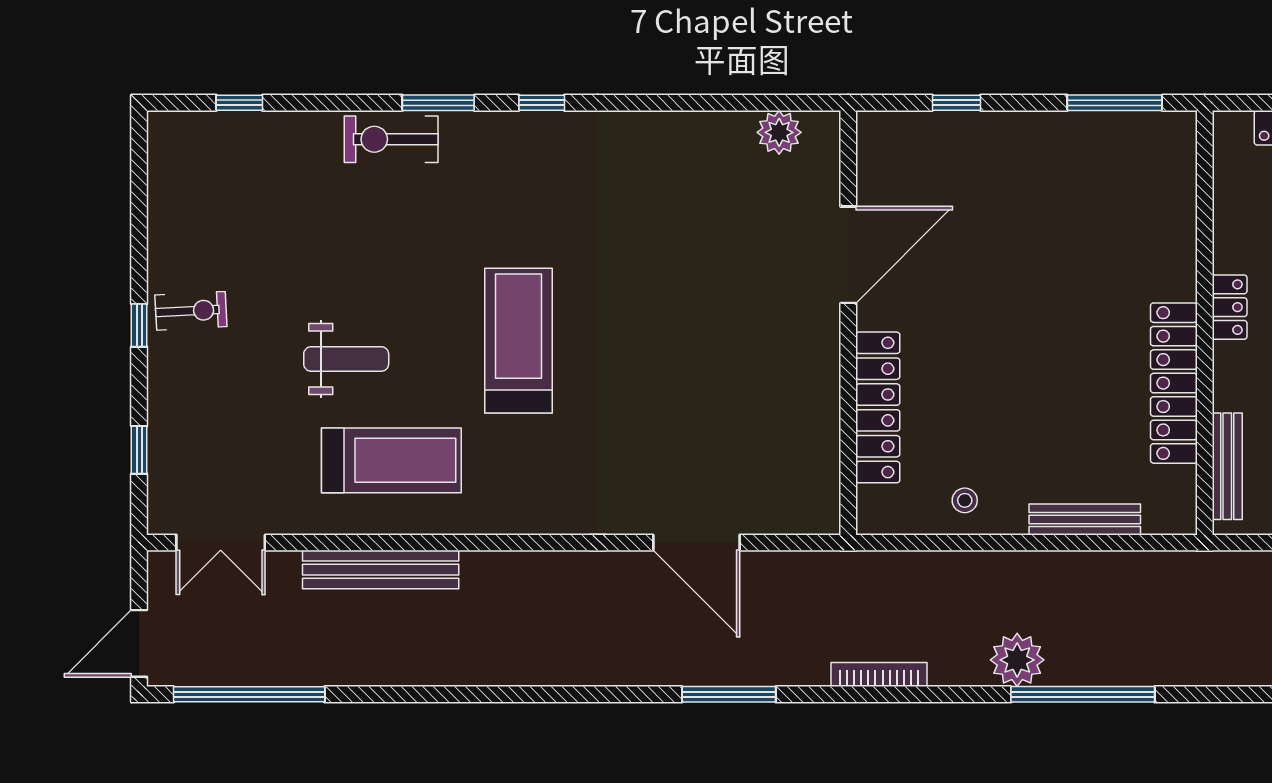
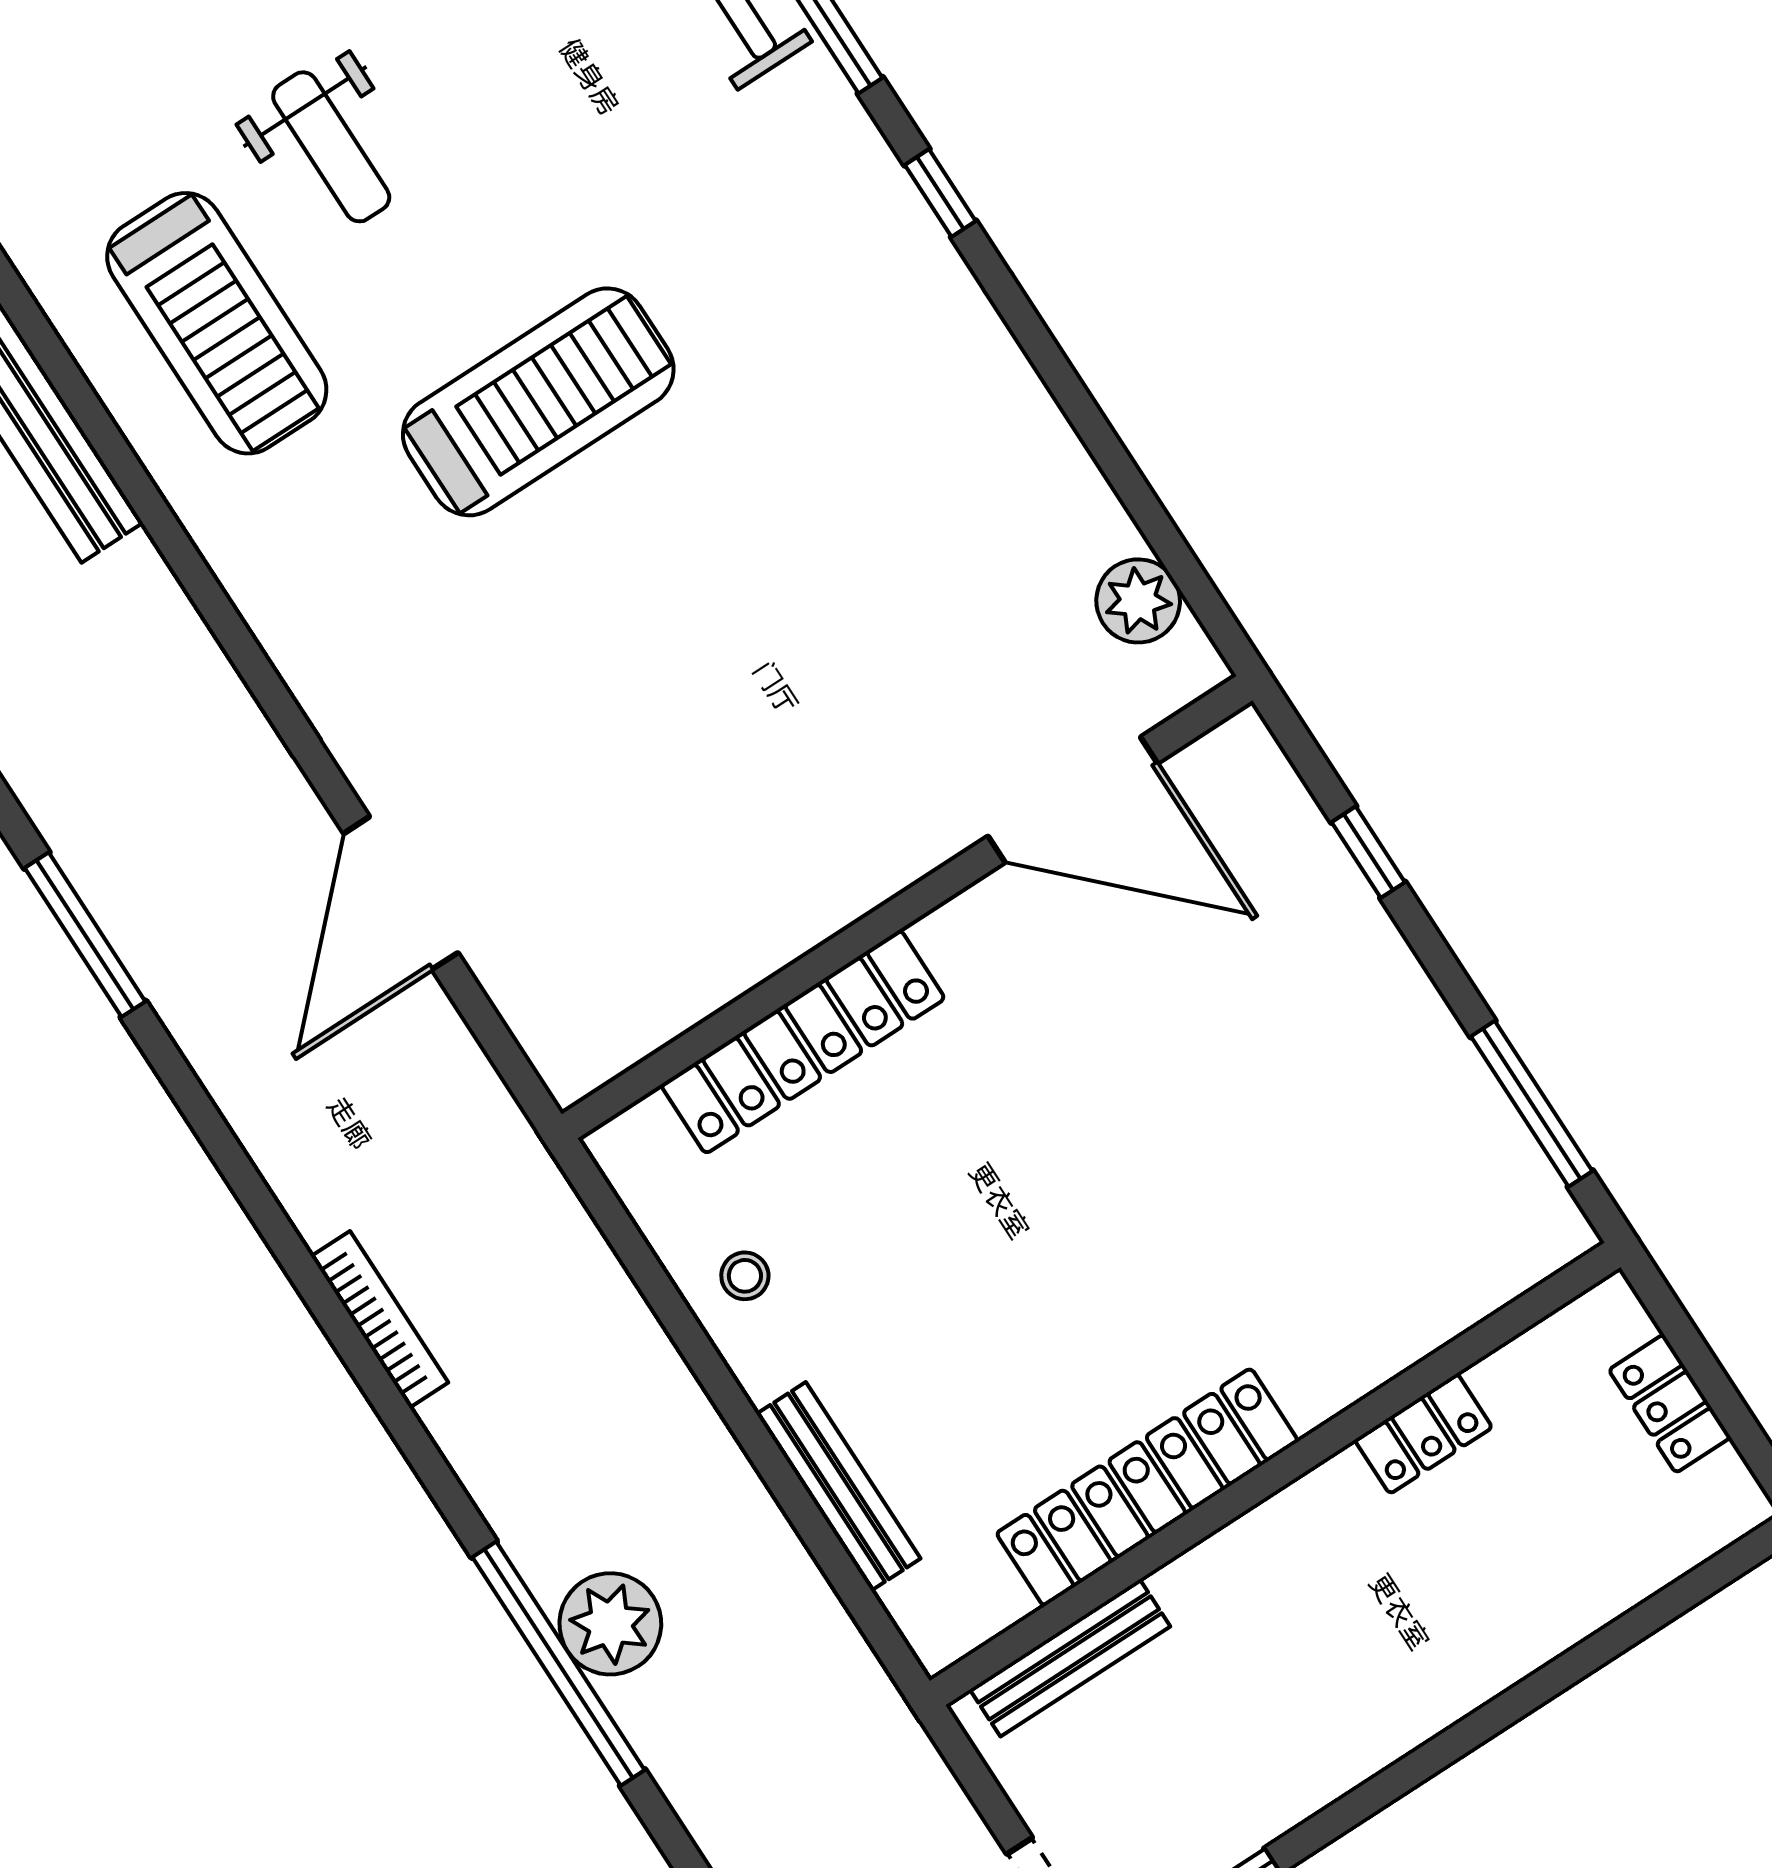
door: (848, 255) -> (1073, 800), moved
locker: (1230, 307) -> (1423, 1434), moved
plant: (1017, 660) -> (610, 1624), moved
window: (729, 694) -> (85, 935), moved

